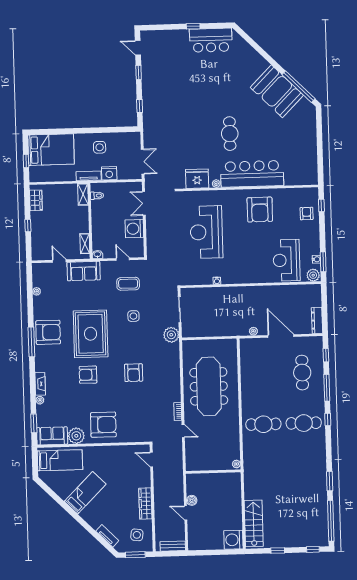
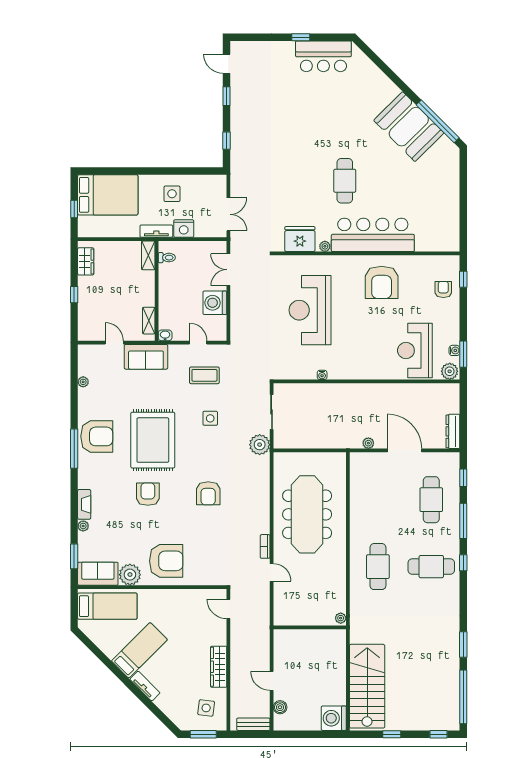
armchair: (88, 375) -> (148, 494), turned 90
cafe table: (263, 424) -> (378, 567), turned 90
boiler: (192, 500) -> (280, 707), moved
stairs: (254, 523) -> (367, 686), width x1.36, depth x1.51
tv unit: (107, 536) -> (145, 686), moved

